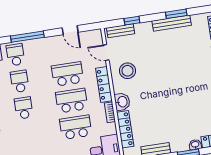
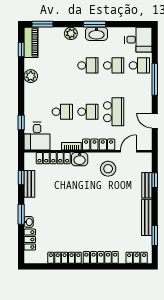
window: (176, 14) -> (155, 236), moved
door: (70, 30) -> (155, 121), hinge flipped
bench: (121, 31) -> (147, 185), moved
school desk: (72, 101) -> (88, 112), width x0.54
school desk: (76, 127) -> (62, 112), width x0.54

